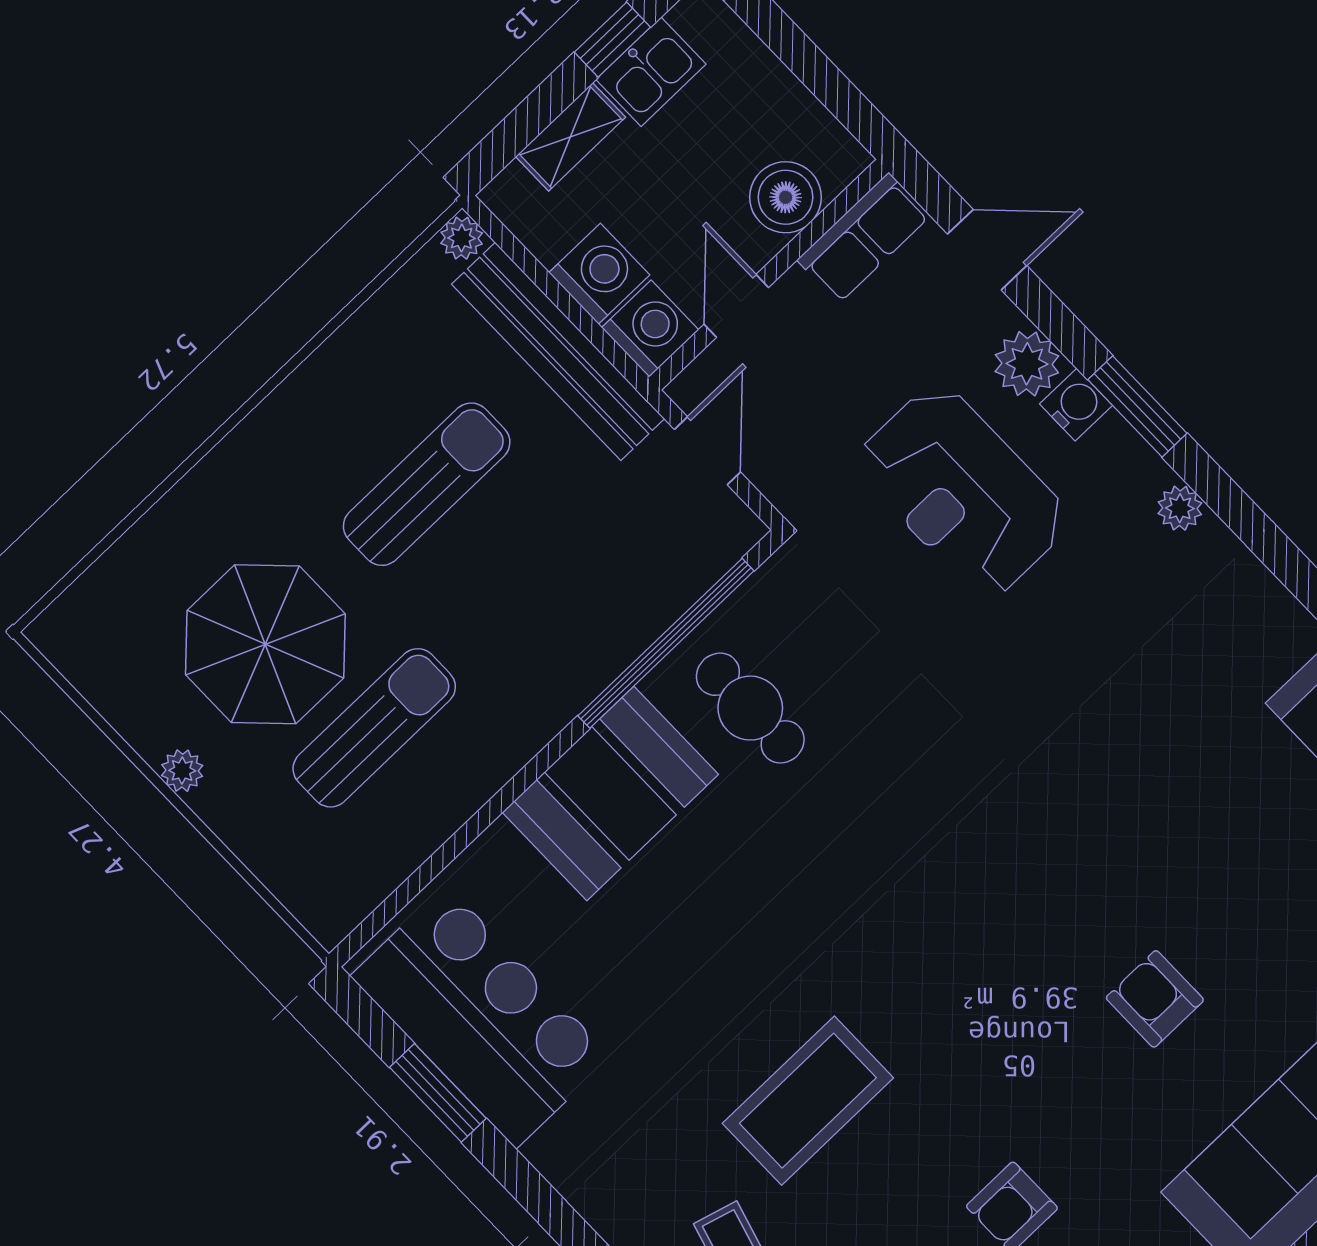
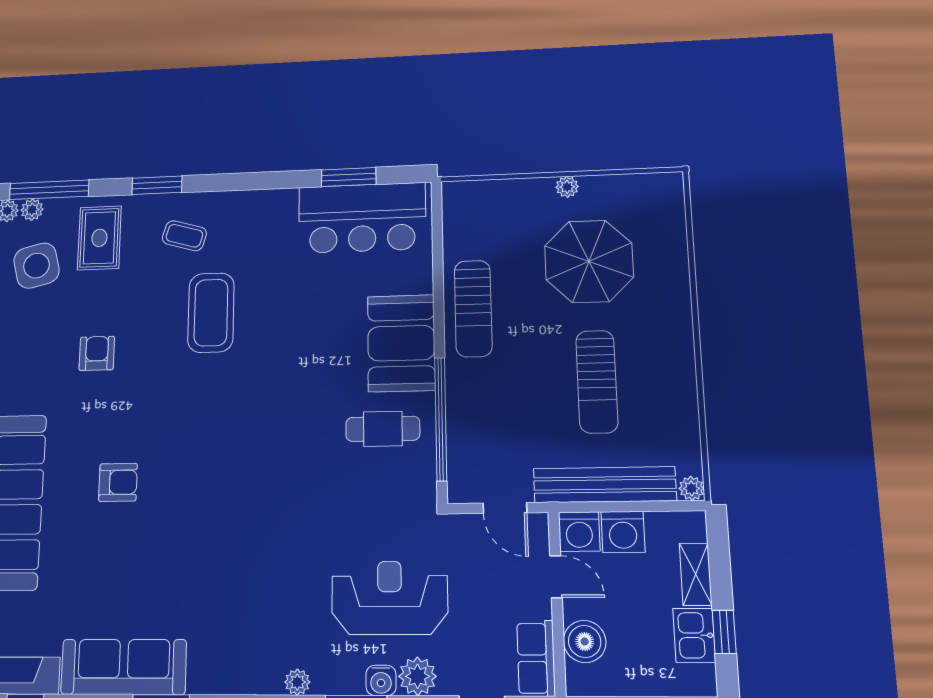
sun lounger: (374, 728) -> (473, 308), moved

